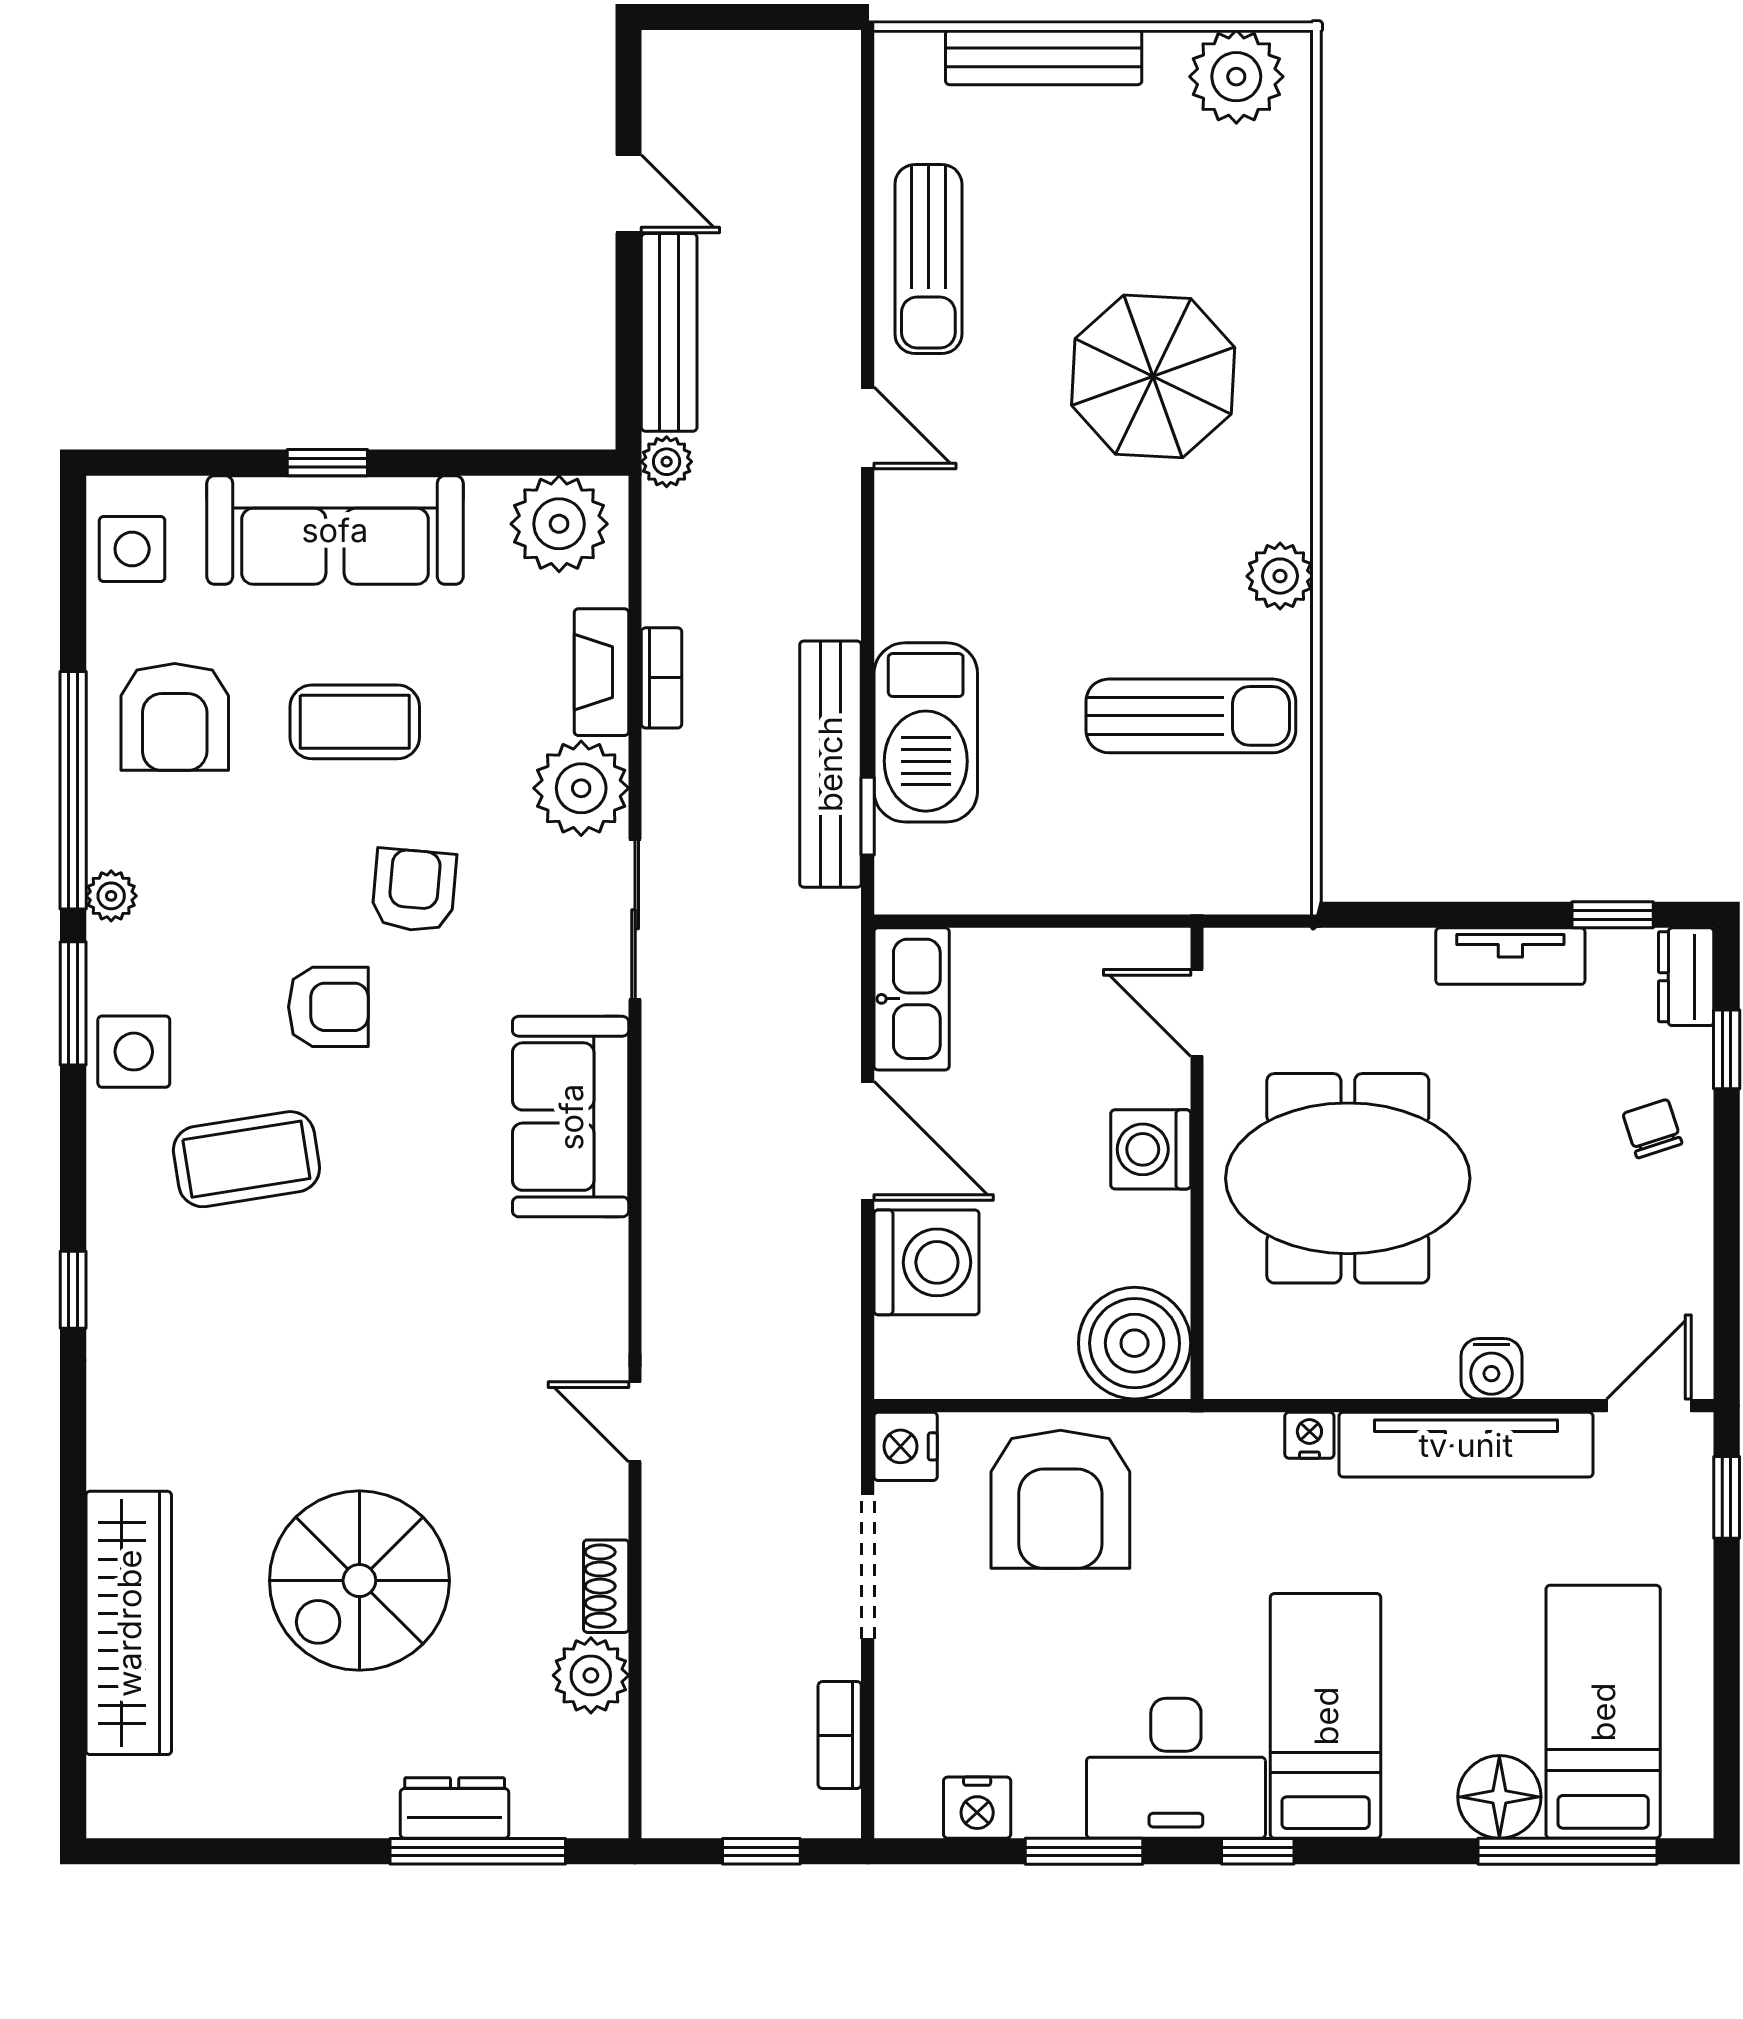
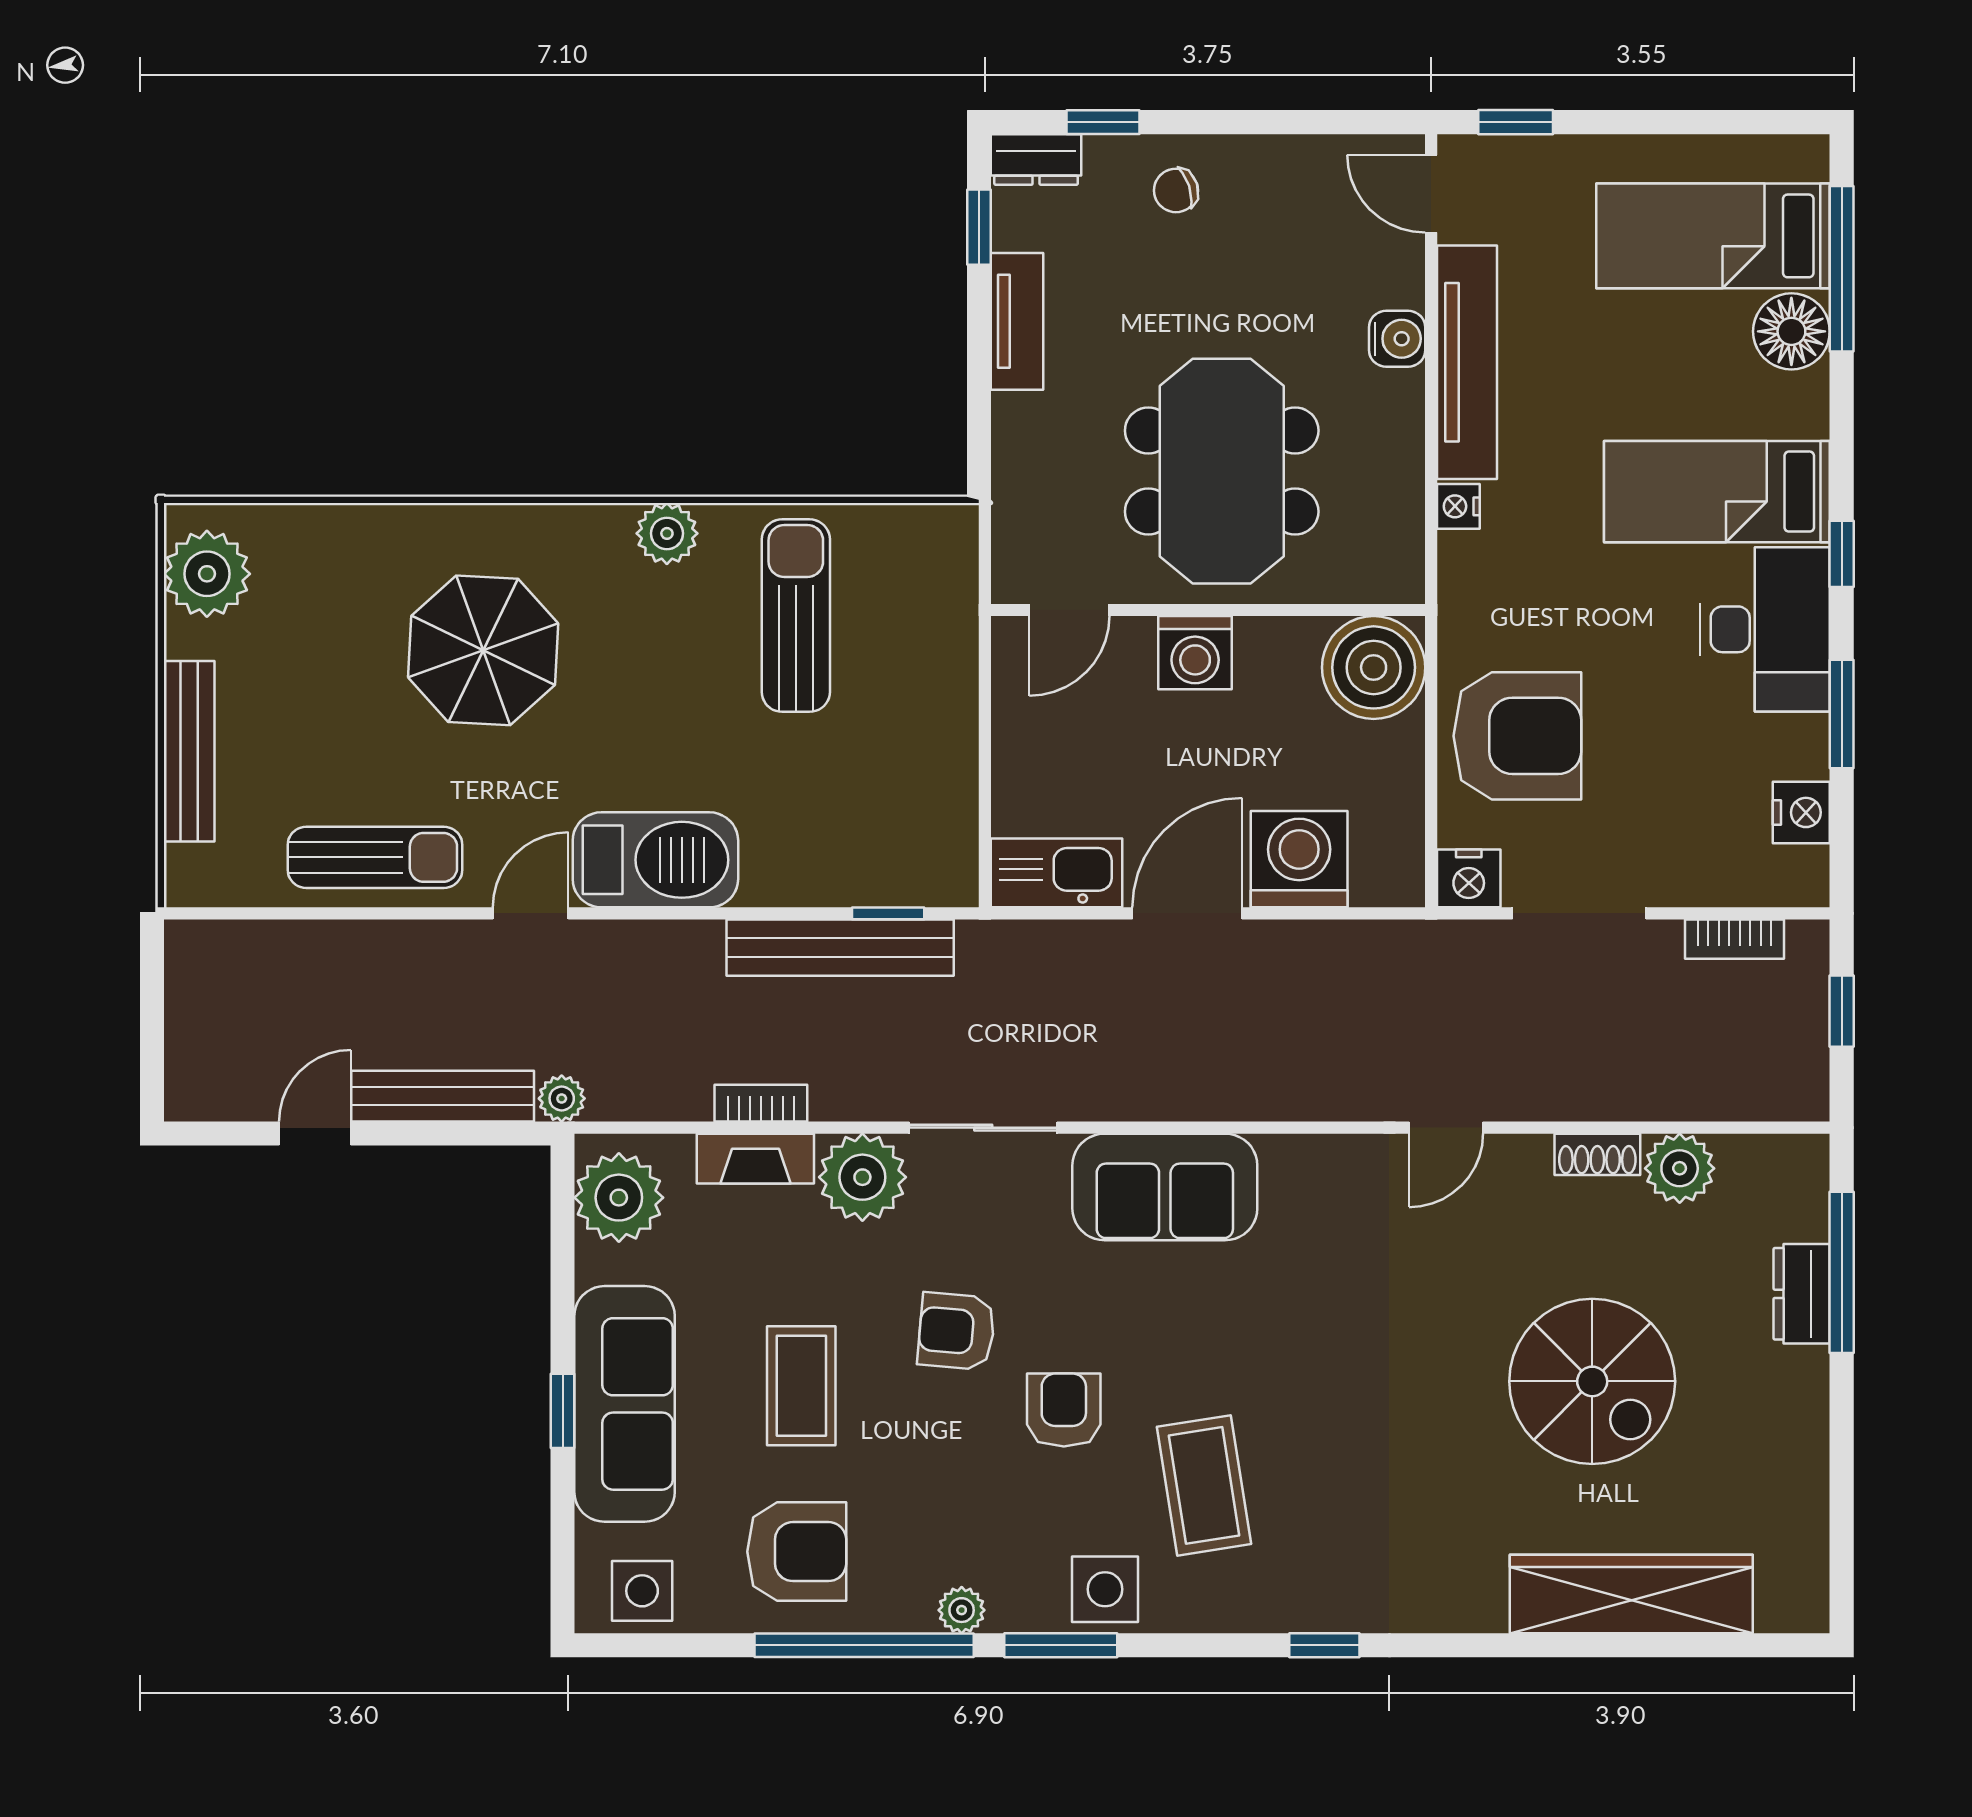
barbecue: (926, 732) -> (655, 860), moved

